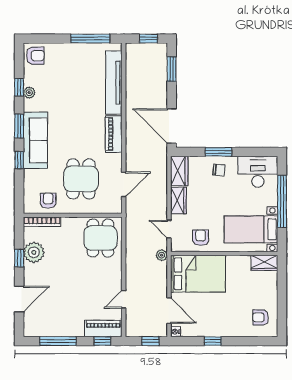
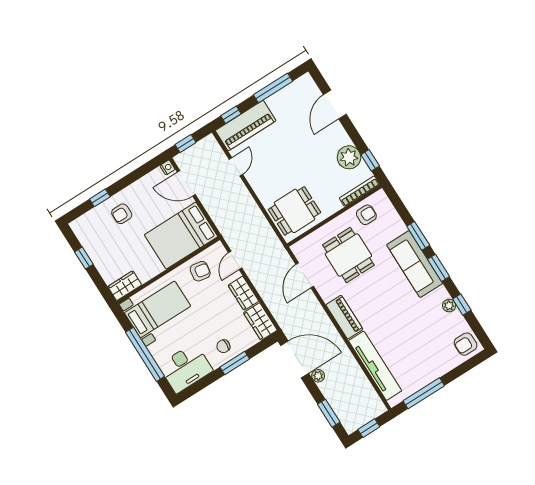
window: (19, 160) -> (418, 236), width x1.50
armchair: (48, 201) -> (366, 215), turned -90
door: (169, 229) -> (235, 260), swing flipped
dining table: (100, 238) -> (295, 211), turned 90
armchair: (201, 238) -> (200, 271), turned -81
plant: (162, 255) -> (318, 376), moved
window: (19, 258) -> (370, 160), moved
window: (282, 303) -> (84, 258), added
armchair: (261, 317) -> (122, 214), moved, turned 180
piano: (103, 328) -> (246, 126), width x1.37, depth x1.33
window: (213, 341) -> (100, 198), moved

